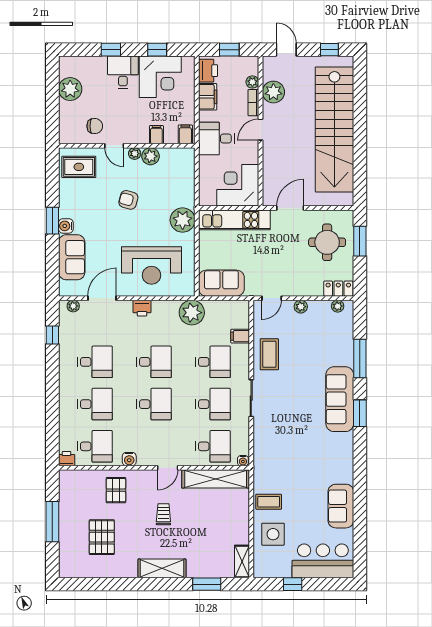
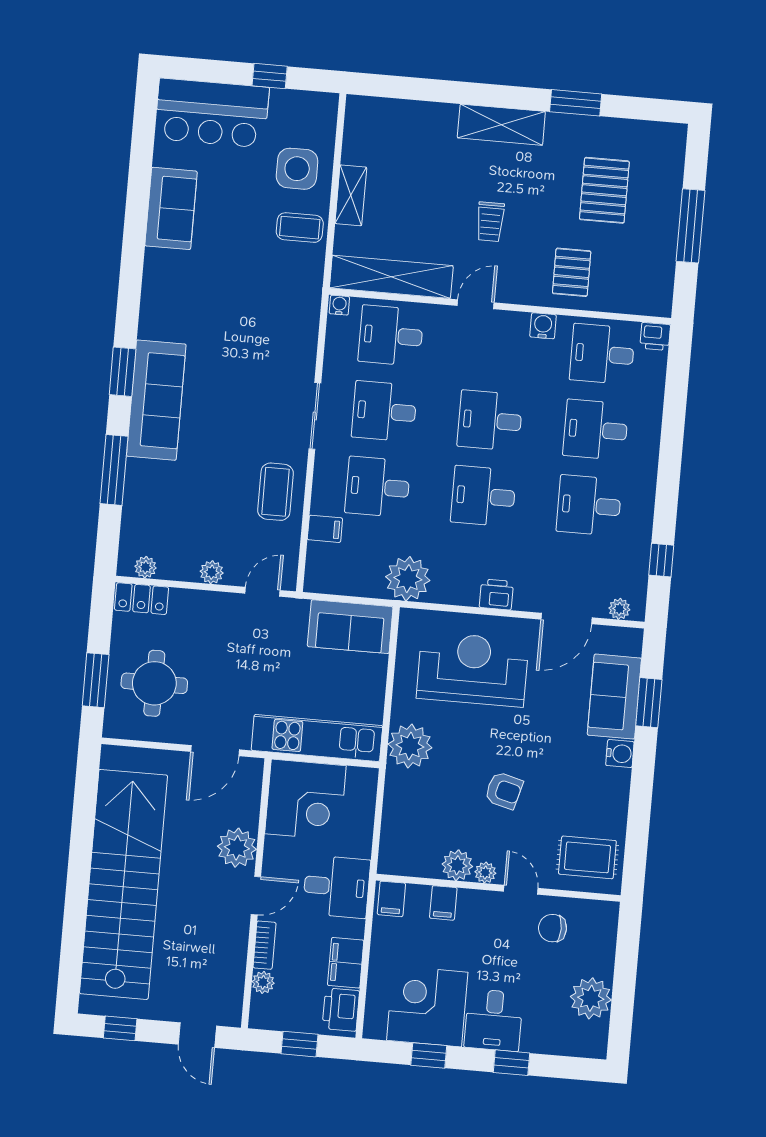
plant: (273, 92) -> (237, 848), moved
window: (52, 221) -> (649, 703), moved
shelving: (242, 561) -> (351, 195), moved
window: (207, 584) -> (576, 103), moved

